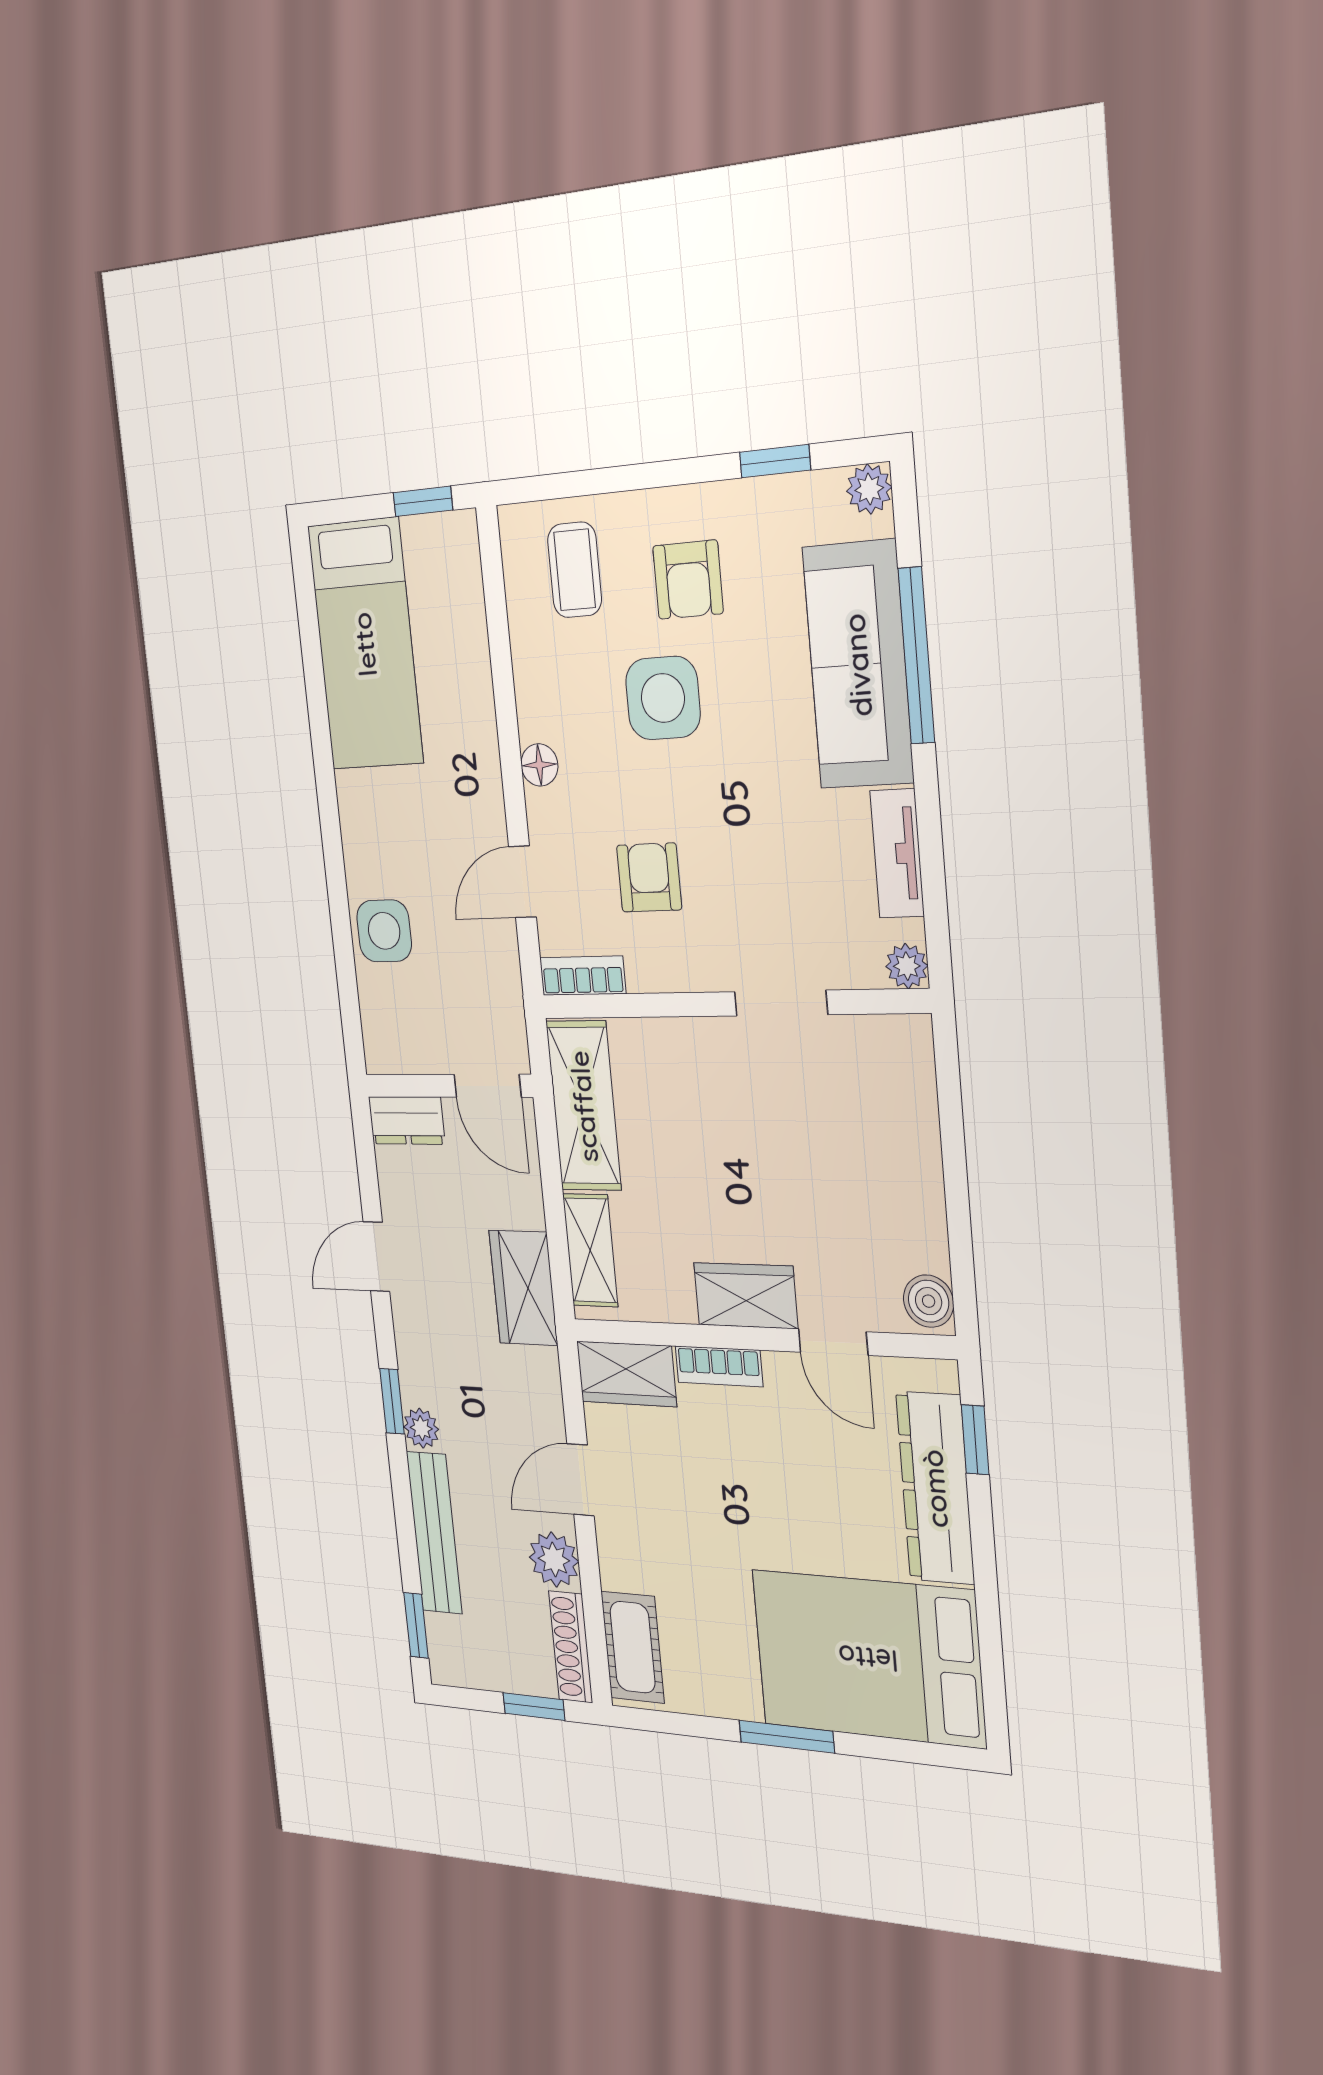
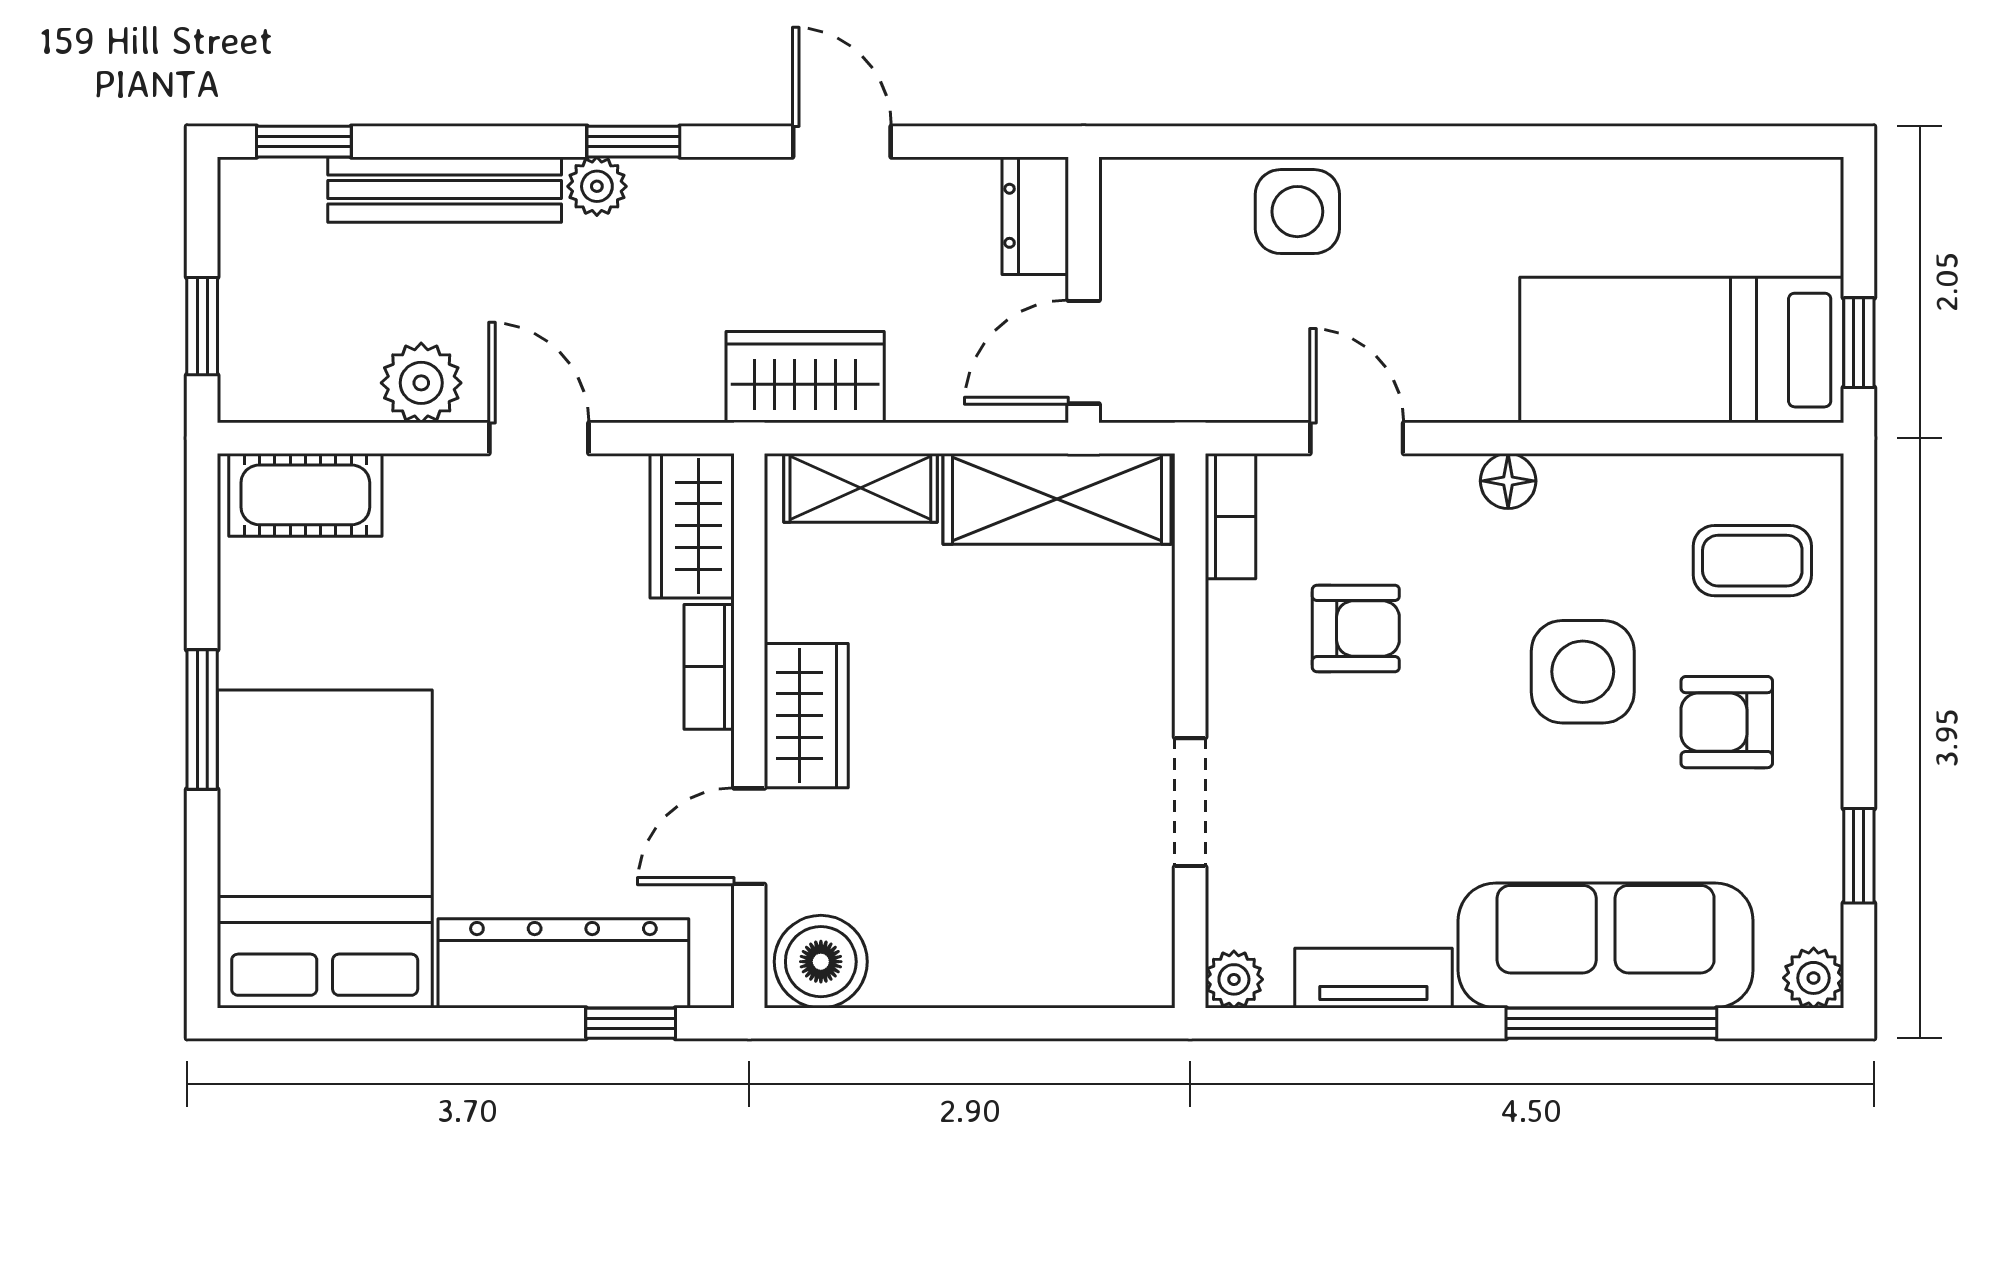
bed: (365, 644) -> (1682, 350), moved
boiler: (929, 1301) -> (821, 962), width x1.36, depth x1.36
shoe rack: (571, 1647) -> (296, 396), removed

